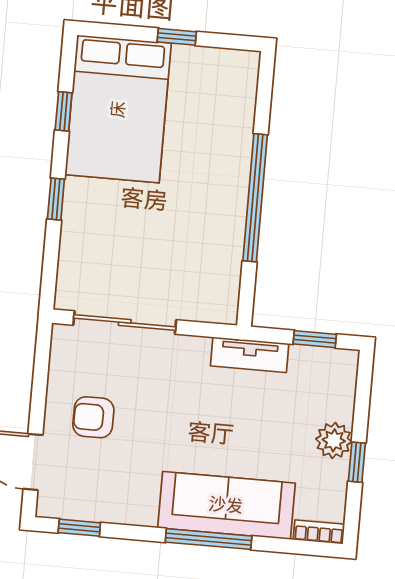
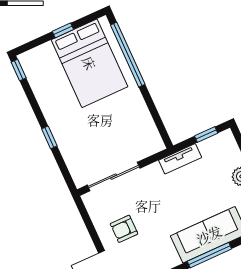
bed: (118, 109) -> (89, 63), moved
window: (64, 111) -> (19, 70), moved
window: (255, 198) -> (128, 55), moved

